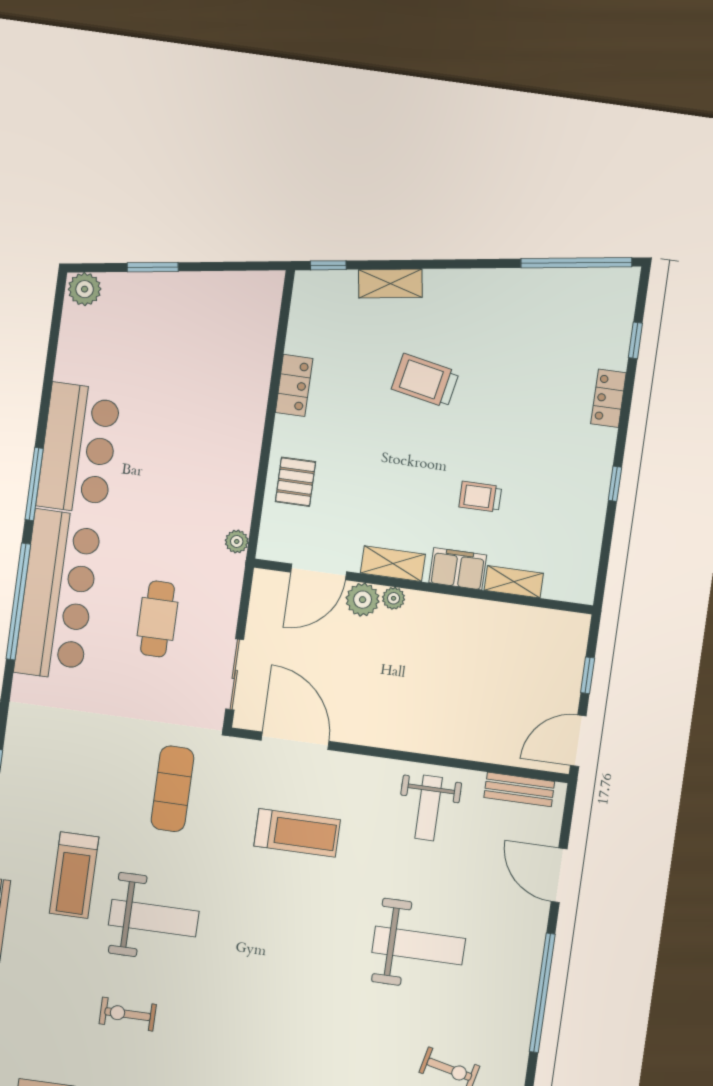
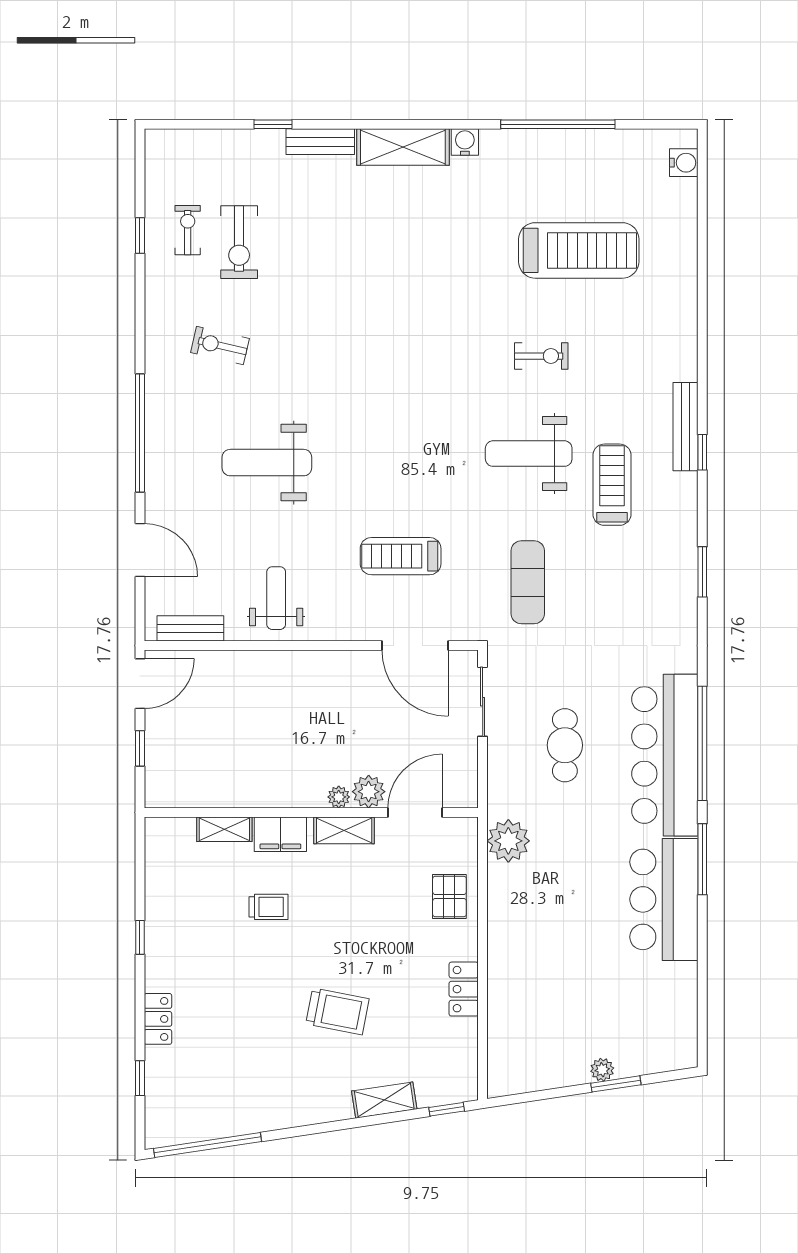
plant: (85, 289) -> (602, 1070), moved, width x0.73, depth x0.73
plant: (237, 541) -> (508, 841), width x1.87, depth x1.87

